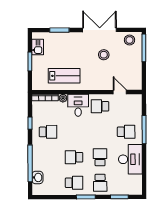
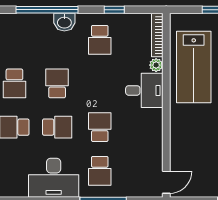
lab bench: (64, 76) -> (194, 67), width x1.36, depth x1.39
door: (120, 92) -> (166, 182), moved
school desk: (100, 106) -> (100, 127), moved
washbasin: (37, 177) -> (64, 22), moved

